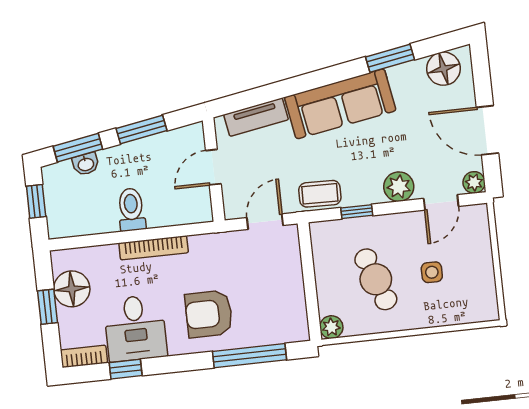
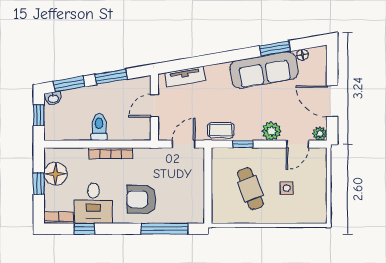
floor lamp: (443, 69) -> (302, 55), width x0.53, depth x0.53
sofa: (340, 104) -> (264, 70), moved
washbasin: (86, 164) -> (53, 98), moved
plant: (331, 327) -> (219, 216), removed

